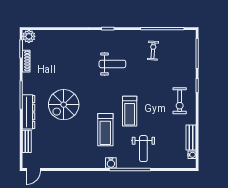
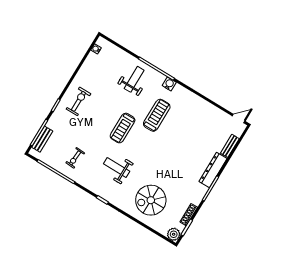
spiral stairs: (64, 105) -> (151, 200), moved, turned 180
treadmill: (130, 111) -> (123, 128), moved, turned 180
bench: (191, 137) -> (42, 139), moved

